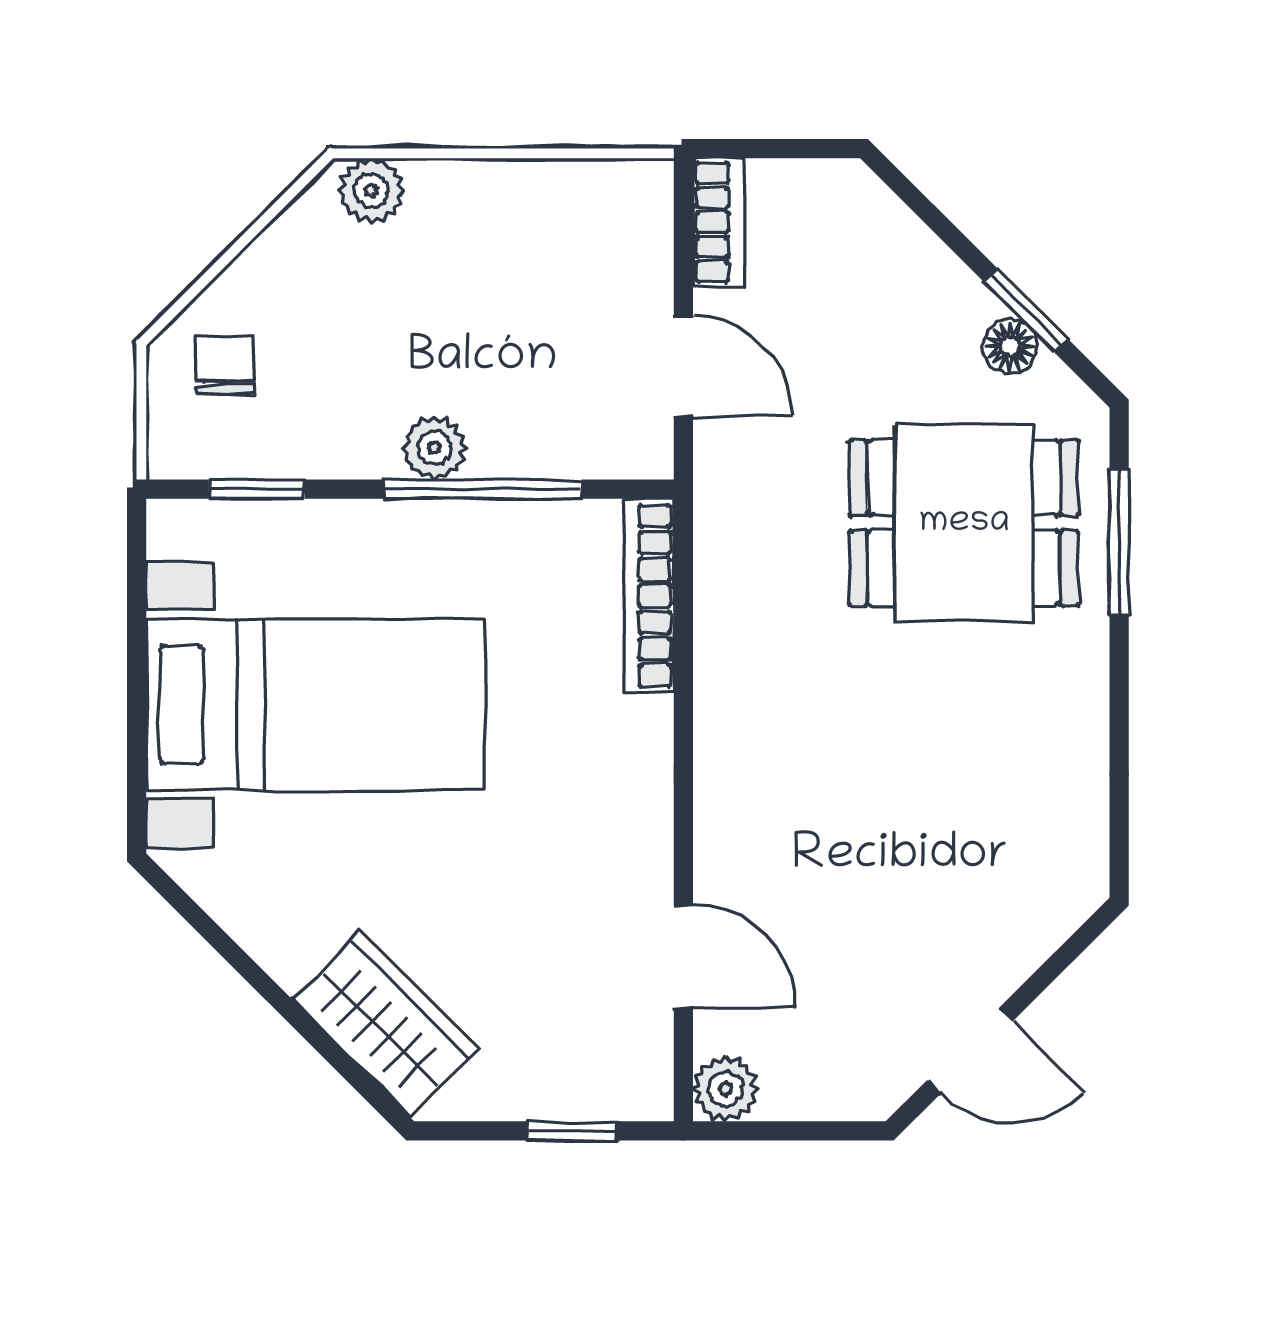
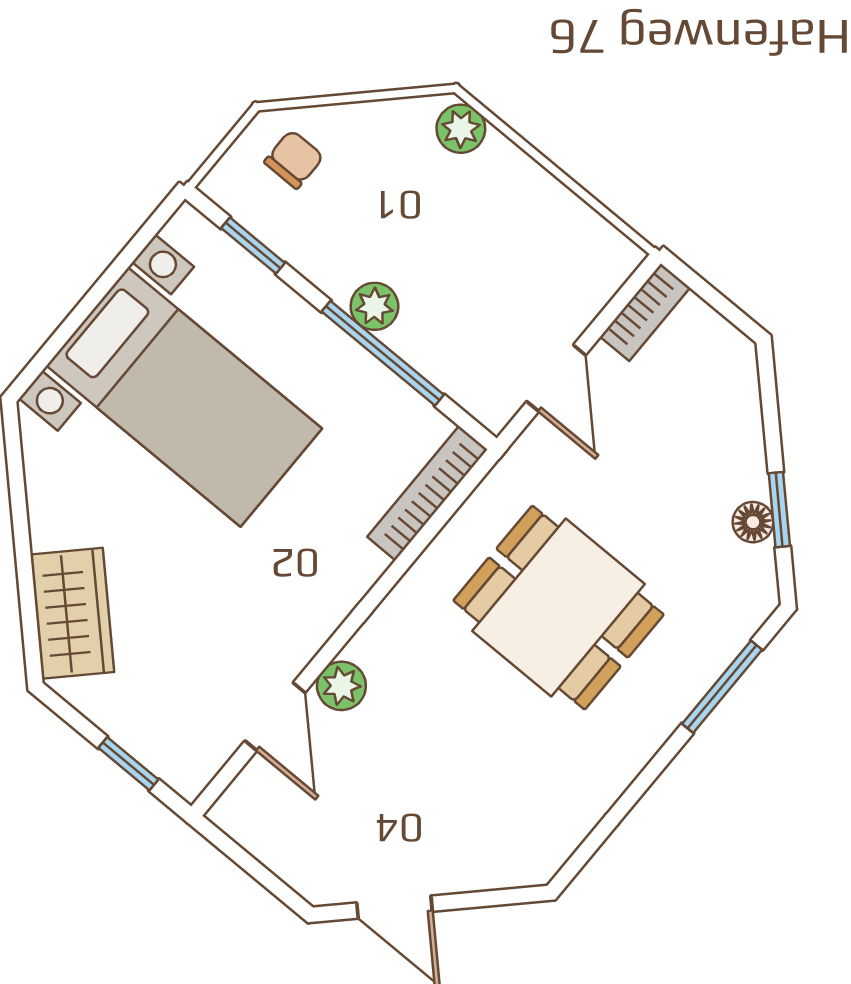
dining table: (964, 523) -> (559, 608), moved
plant: (725, 1089) -> (341, 686), moved

